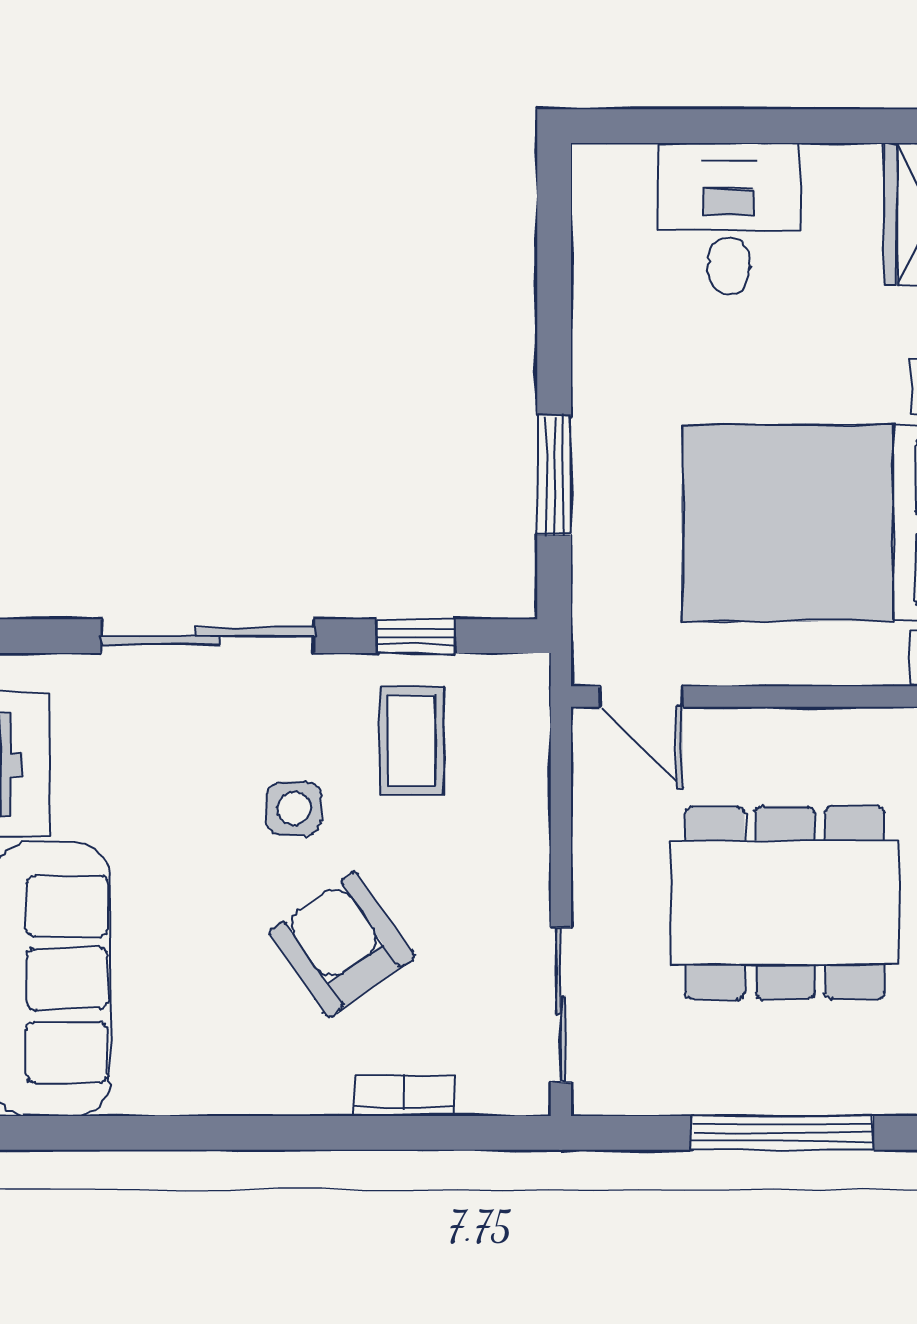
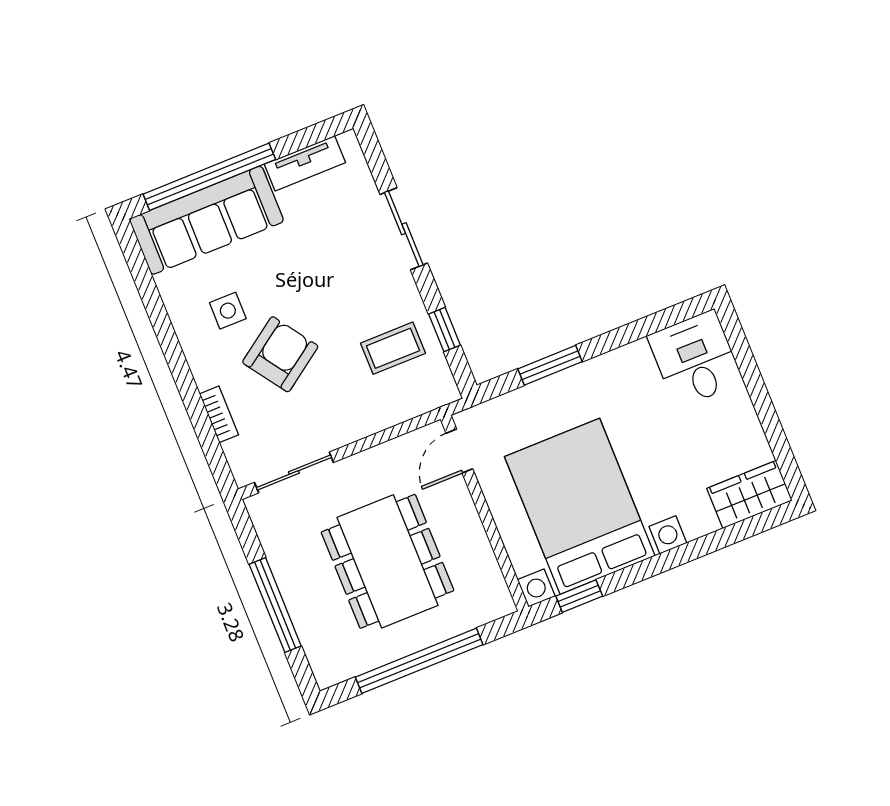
desk: (729, 219) -> (695, 359), moved, turned -90
sliding door: (208, 636) -> (404, 229), width x0.73
side table: (294, 809) -> (228, 311), moved

